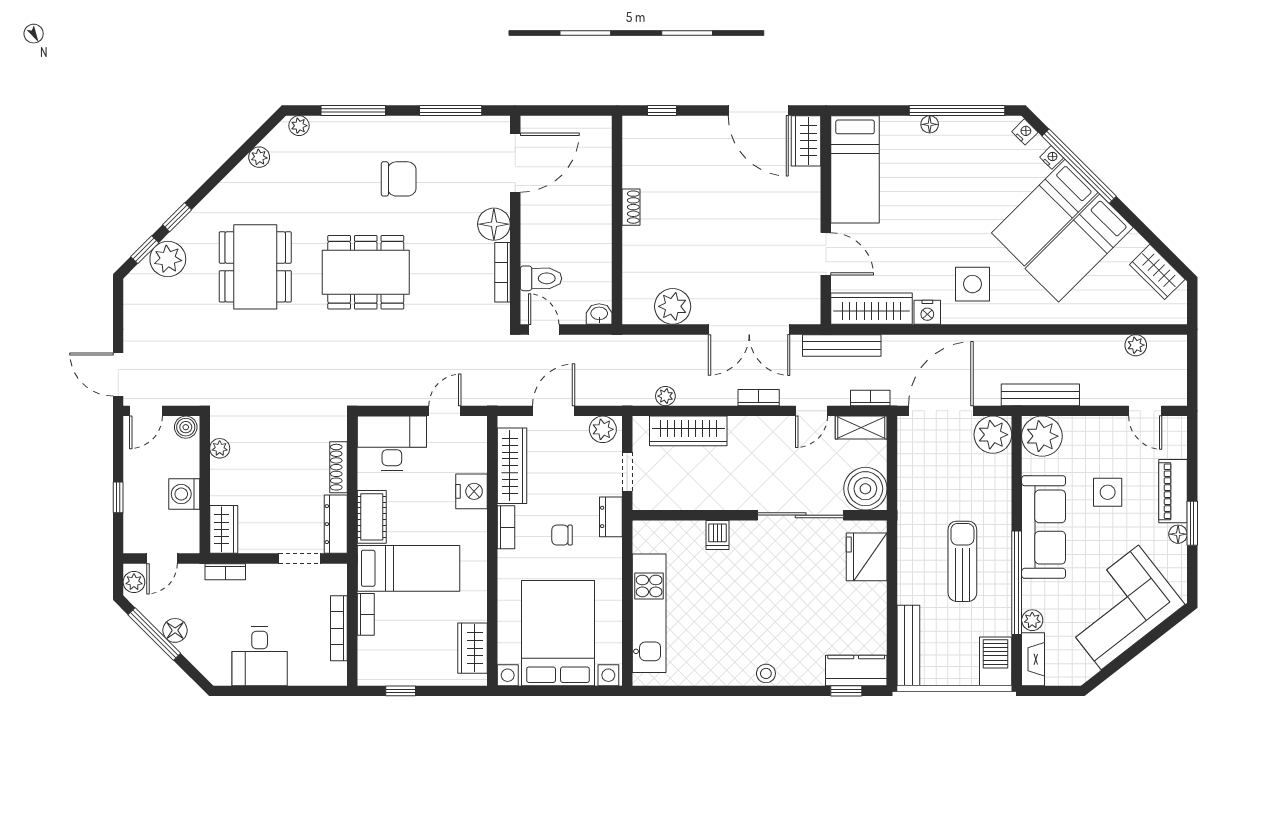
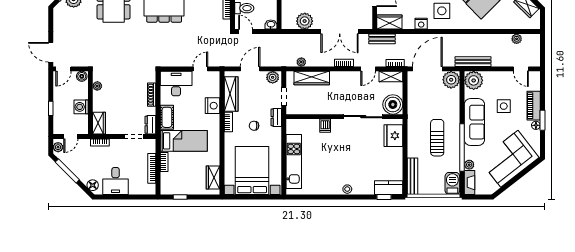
wardrobe: (871, 309) -> (389, 22), width x0.67
bench: (842, 345) -> (382, 39), width x0.73
dresser: (336, 524) -> (150, 125), width x0.70
floor lamp: (175, 630) -> (93, 185), moved

